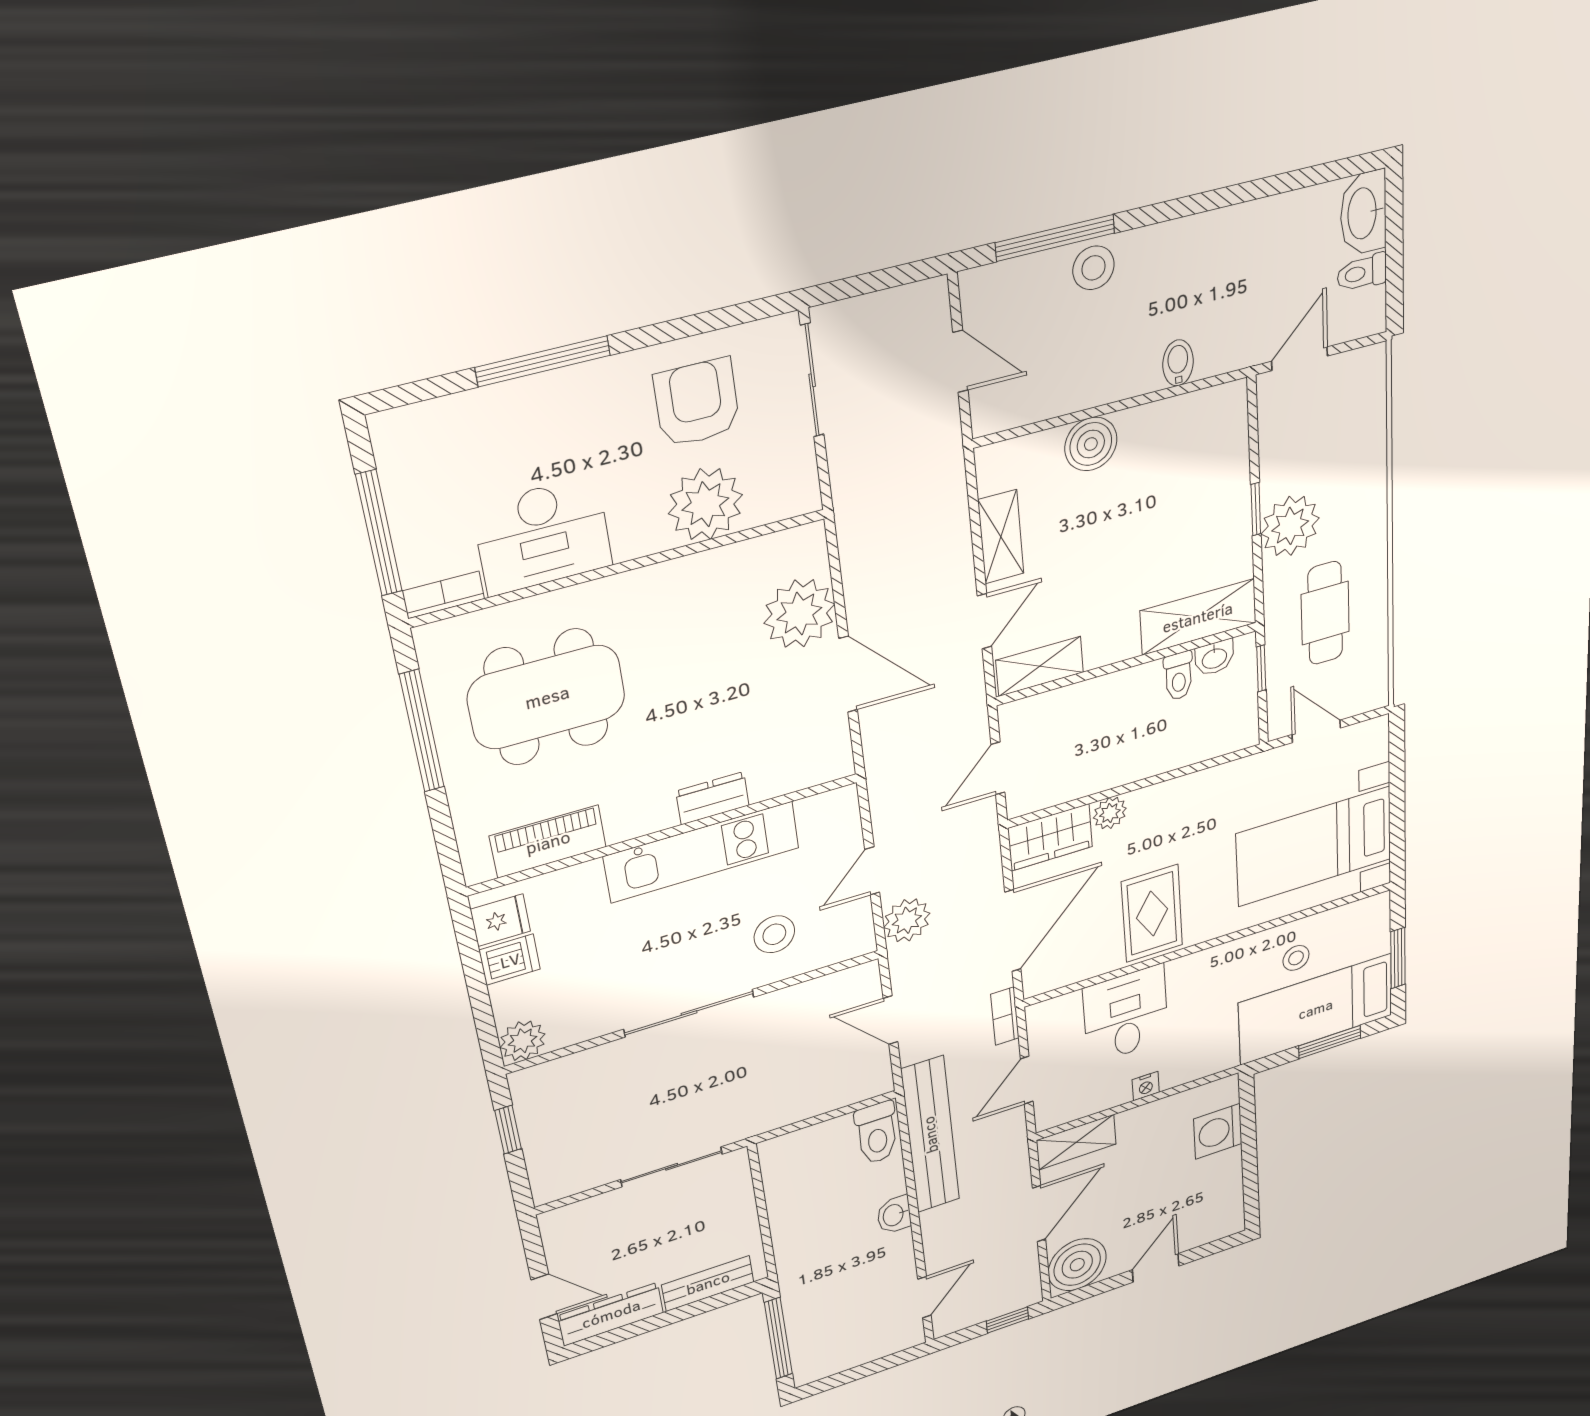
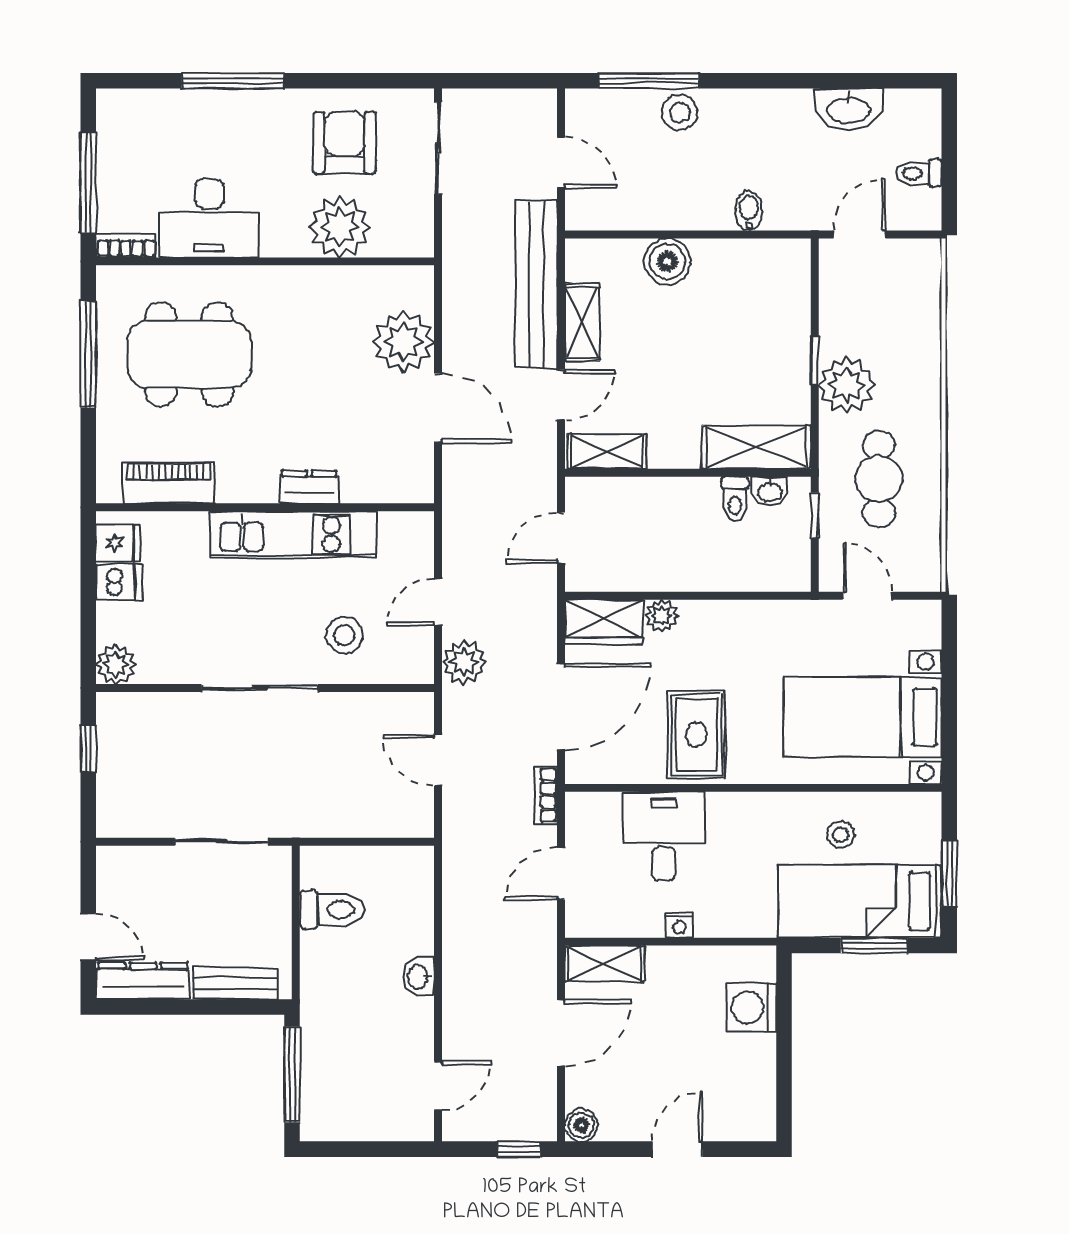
washbasin: (1363, 213) -> (849, 109), moved, turned -90
toilet: (877, 1133) -> (332, 910), moved, turned -90
bench: (930, 1135) -> (536, 284), moved
boiler: (1077, 1265) -> (581, 1125), width x0.54, depth x0.54

